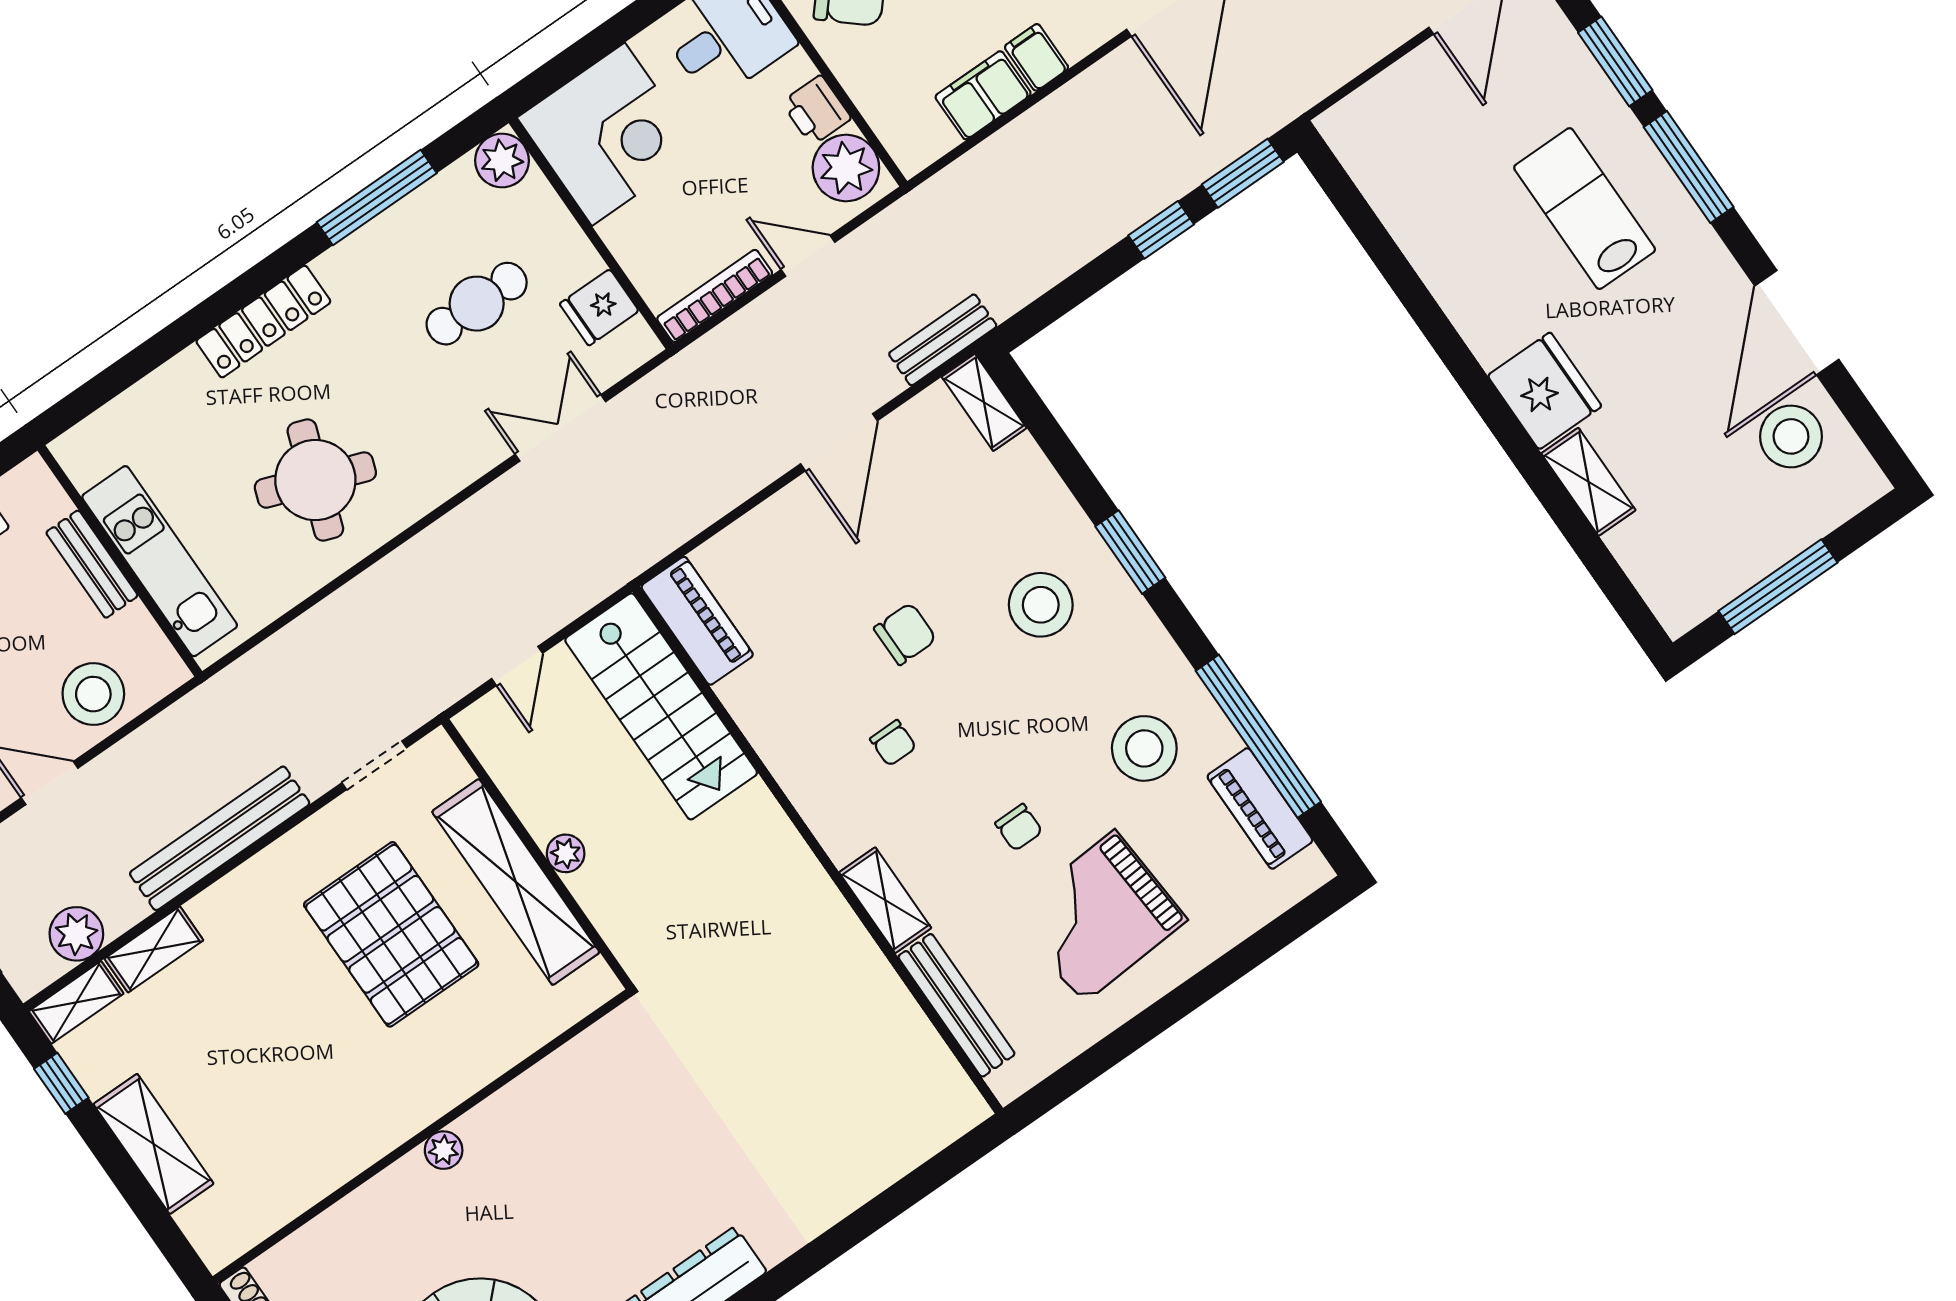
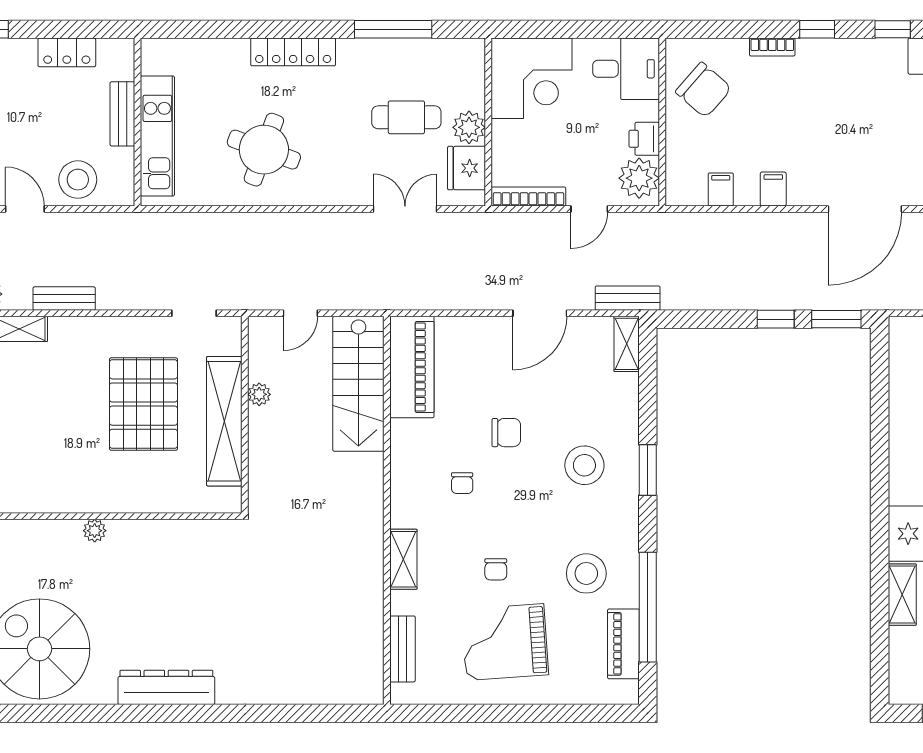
filing cabinet: (983, 95) -> (721, 189), width x0.50
plant: (502, 161) -> (469, 127), moved
door: (808, 256) -> (589, 209), swing flipped
fridge: (599, 307) -> (467, 168), width x1.38
piano: (697, 621) -> (412, 367), width x1.37, depth x1.33
bench: (220, 838) -> (64, 299), width x0.54, depth x0.82
plant: (566, 853) -> (259, 394), moved
bench: (956, 1005) -> (402, 649), width x0.73

